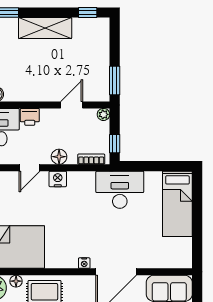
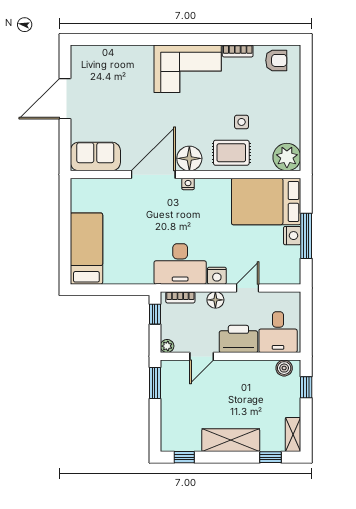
printer: (30, 117) -> (238, 339), width x1.87, depth x1.48
desk: (120, 190) -> (180, 264), moved
floor lamp: (16, 281) -> (189, 158), moved, width x1.89, depth x1.89

